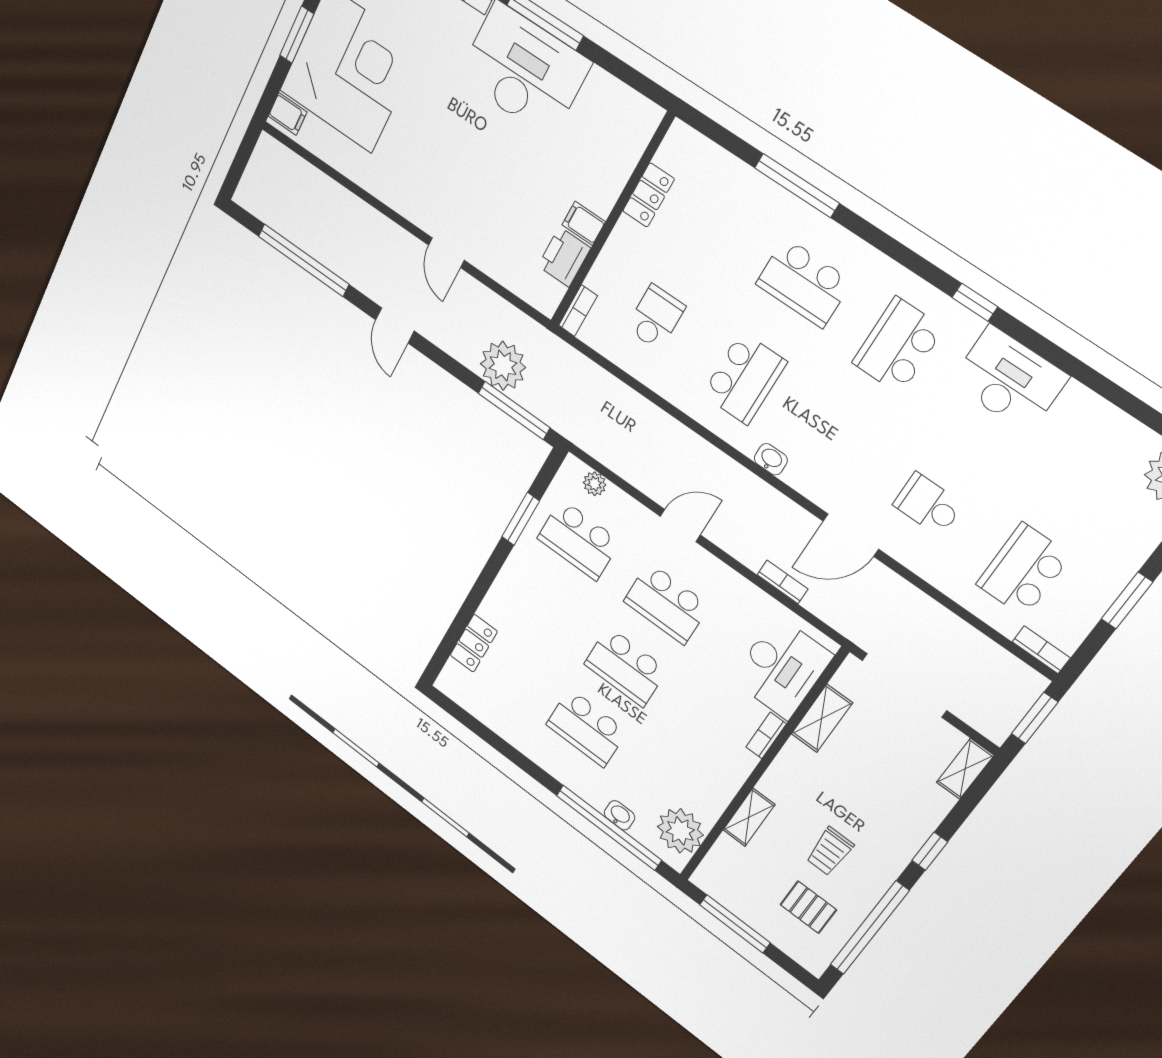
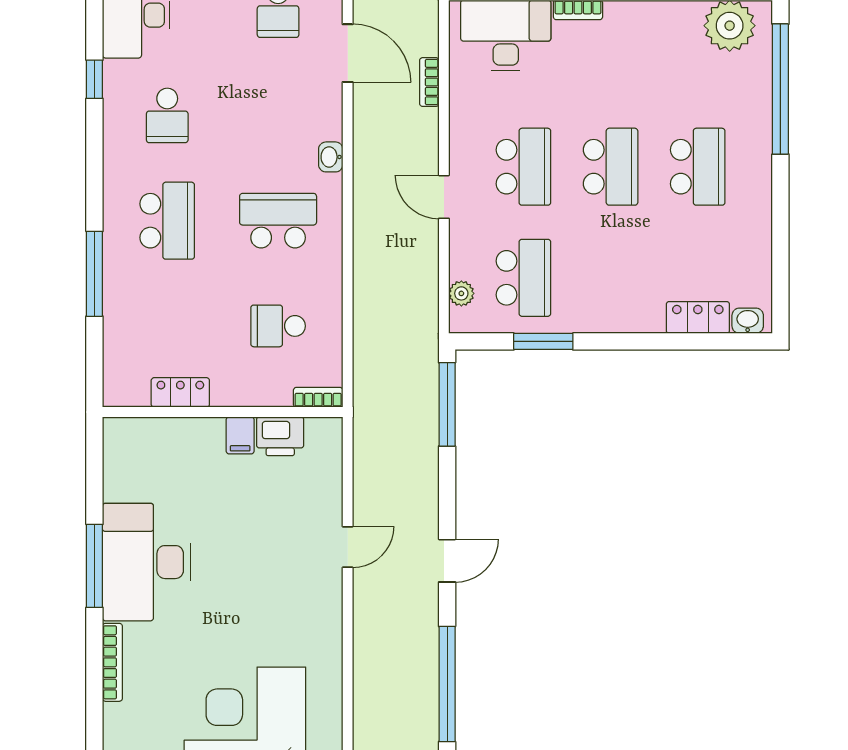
school desk: (898, 346) -> (167, 115), width x0.54
plant: (503, 366) -> (413, 438), removed
washbasin: (620, 815) -> (748, 321), moved, turned 90

